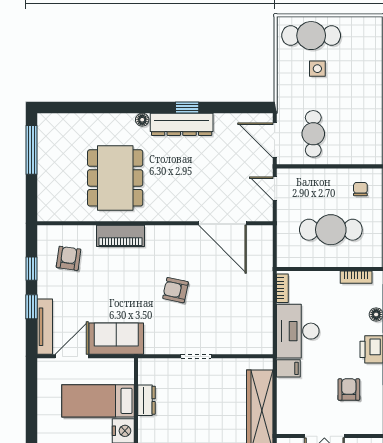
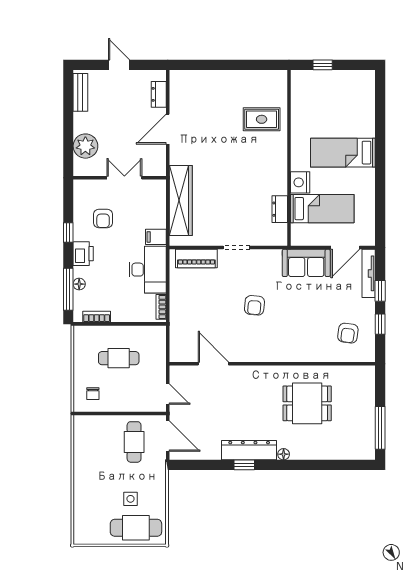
dining table: (115, 178) -> (307, 403), width x0.73
door: (222, 223) -> (213, 364), width x0.73
cafe table: (331, 230) -> (119, 358), width x0.73, depth x0.74
piano: (120, 236) -> (196, 258), moved, turned 180
armchair: (175, 290) -> (254, 305), turned 83

